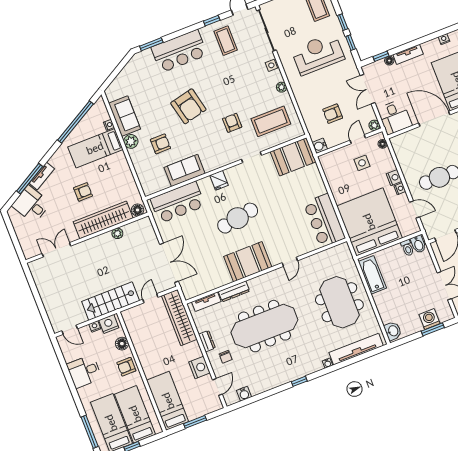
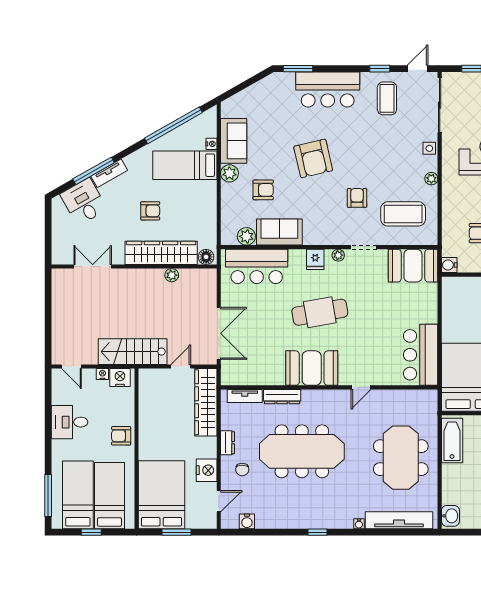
plant: (235, 171) -> (338, 255), added
plant: (161, 183) -> (246, 236), added
floor lamp: (122, 344) -> (126, 407), removed
bed: (168, 401) -> (162, 495), width x1.50

